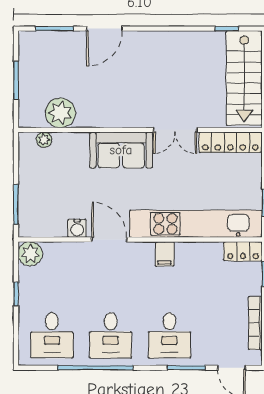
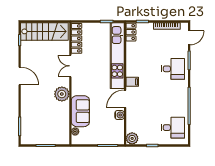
door: (104, 29) -> (20, 76), moved
plant: (60, 113) -> (62, 94), moved
double door: (175, 130) -> (70, 66), swing flipped
sofa: (121, 150) -> (80, 111), moved
filing cabinet: (165, 254) -> (132, 82), moved
desk: (111, 335) -> (173, 98), removed

